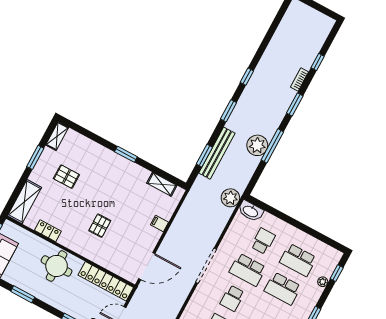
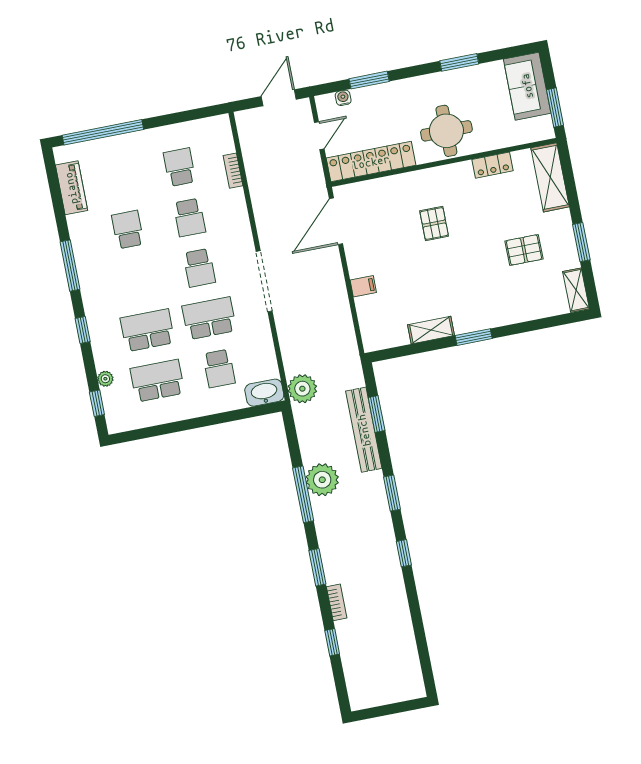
shelving: (162, 184) -> (431, 330), moved
school desk: (232, 298) -> (199, 268), turned 180

